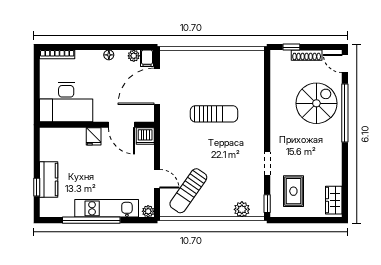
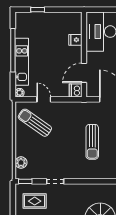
fridge: (94, 136) -> (75, 40), moved
door: (157, 179) -> (44, 99), swing flipped
kitchen counter: (49, 180) -> (43, 18), removed

